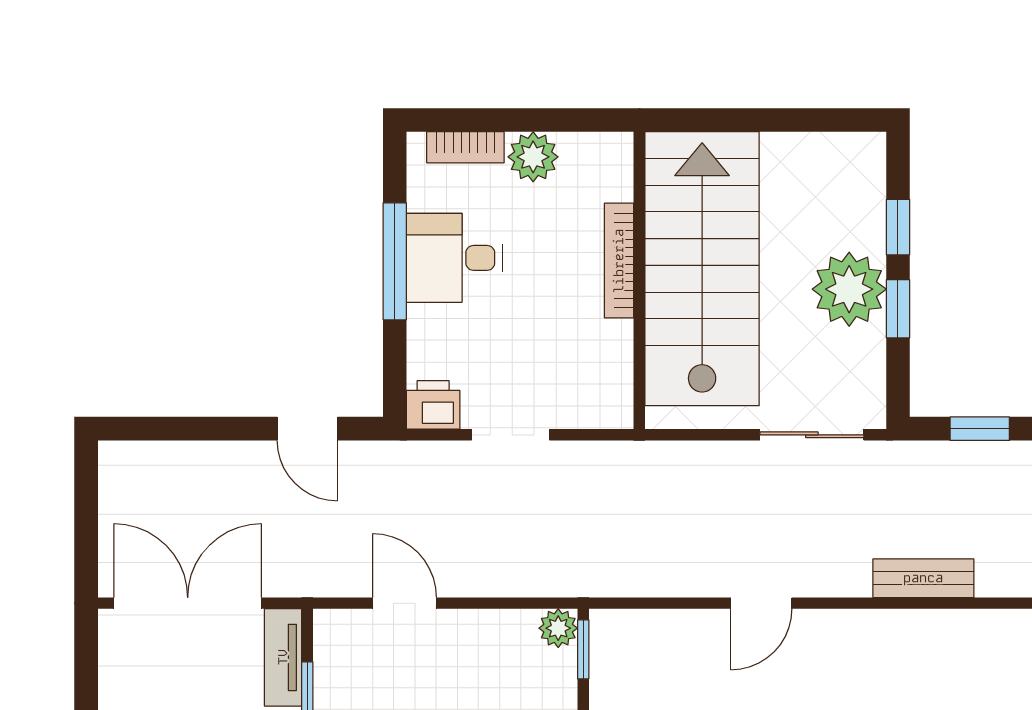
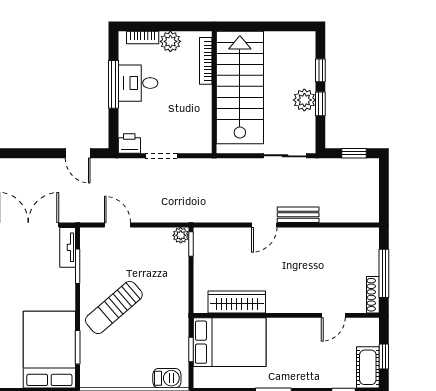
bookcase: (619, 261) -> (206, 61), moved
plant: (849, 289) -> (304, 100), width x0.73, depth x0.73
bench: (923, 578) -> (298, 215), moved

